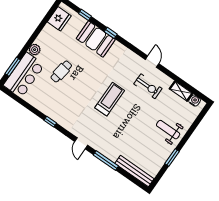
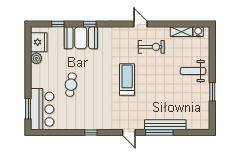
plant: (35, 50) -> (36, 58), moved
bench: (134, 171) -> (165, 125), moved

